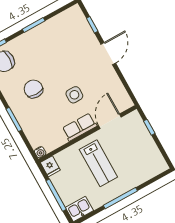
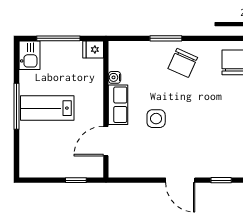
chair: (33, 89) -> (183, 63), moved, turned 114
door: (110, 121) -> (106, 141), swing flipped
water cooler: (40, 152) -> (115, 77), moved
lab bench: (98, 163) -> (47, 108), moved

